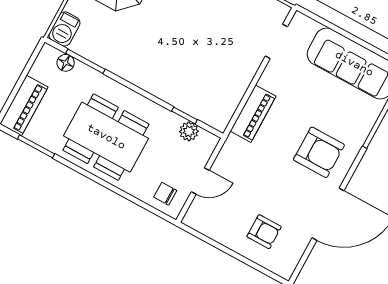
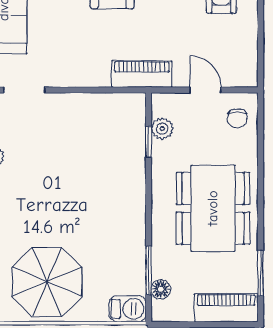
piano: (253, 114) -> (142, 74), moved

